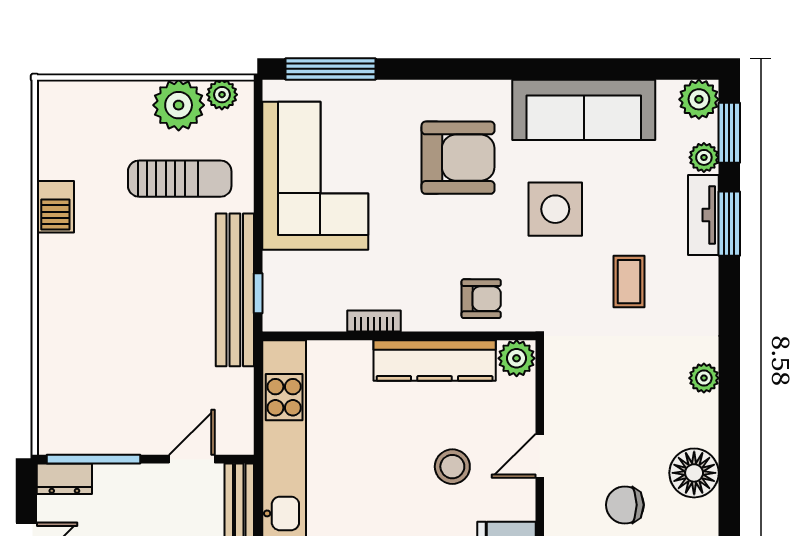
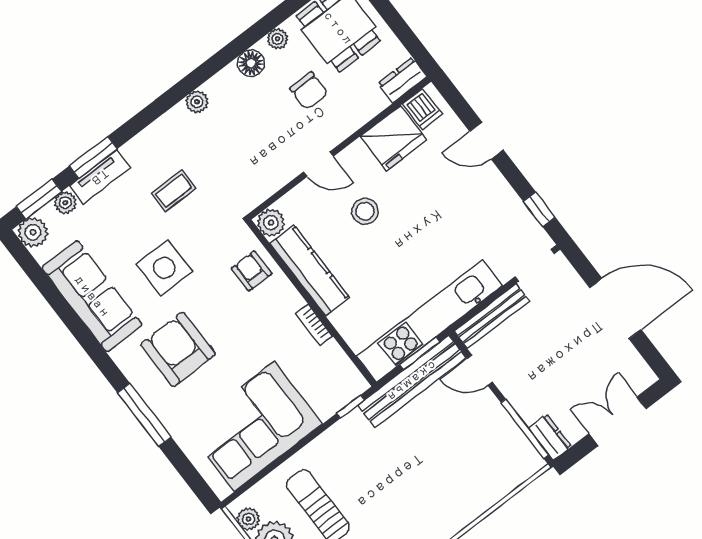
window: (331, 69) -> (144, 415), moved
bench: (235, 290) -> (412, 381), moved
window: (258, 409) -> (420, 353), added
floor lamp: (694, 473) -> (251, 63), width x0.73, depth x0.73
plant: (705, 514) -> (277, 39), added

